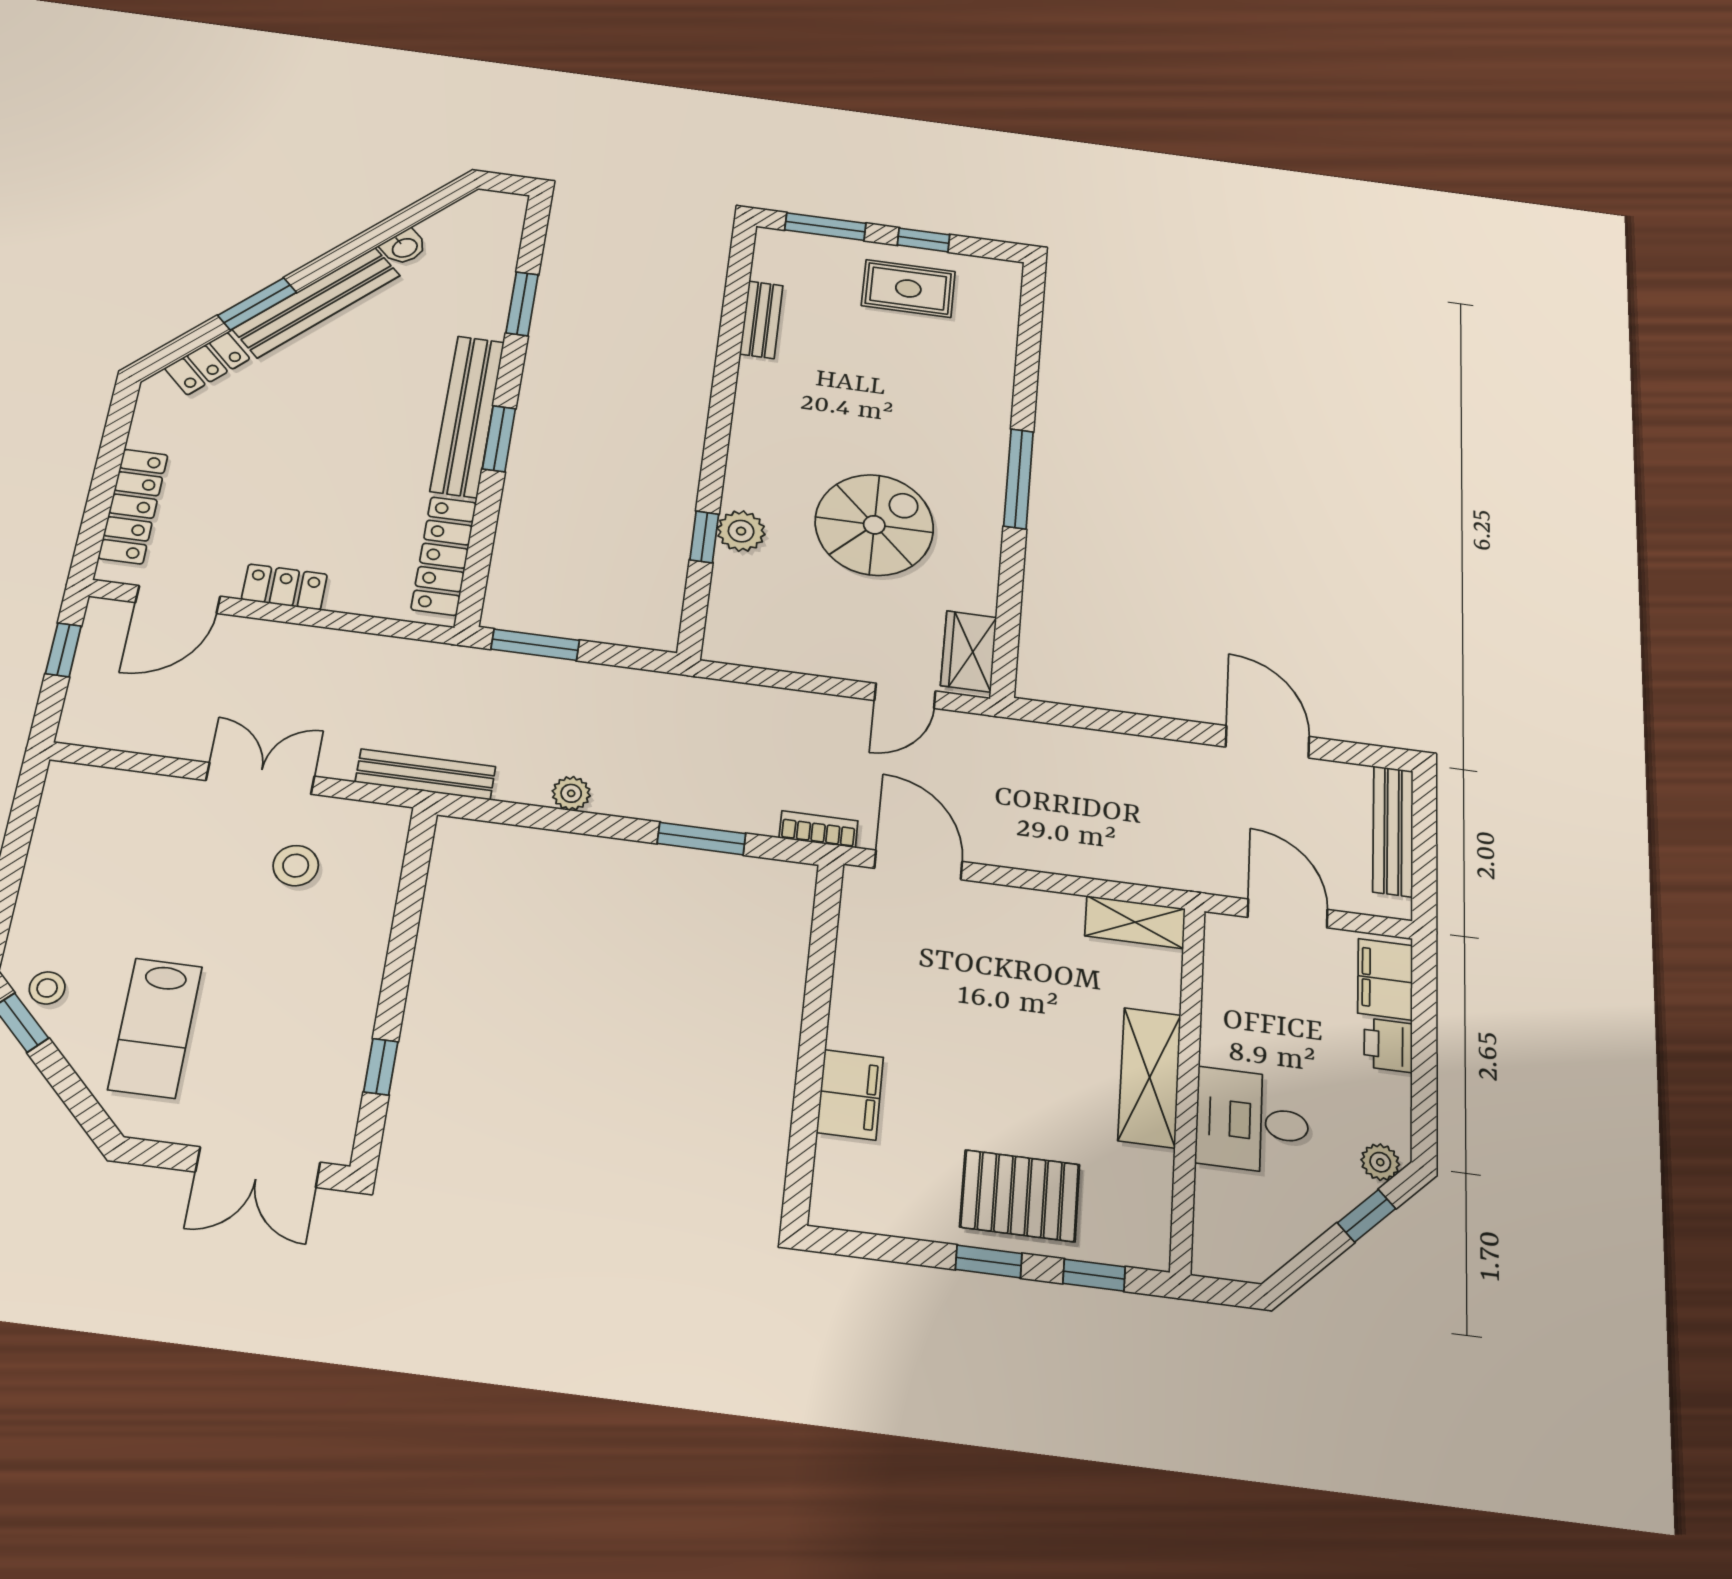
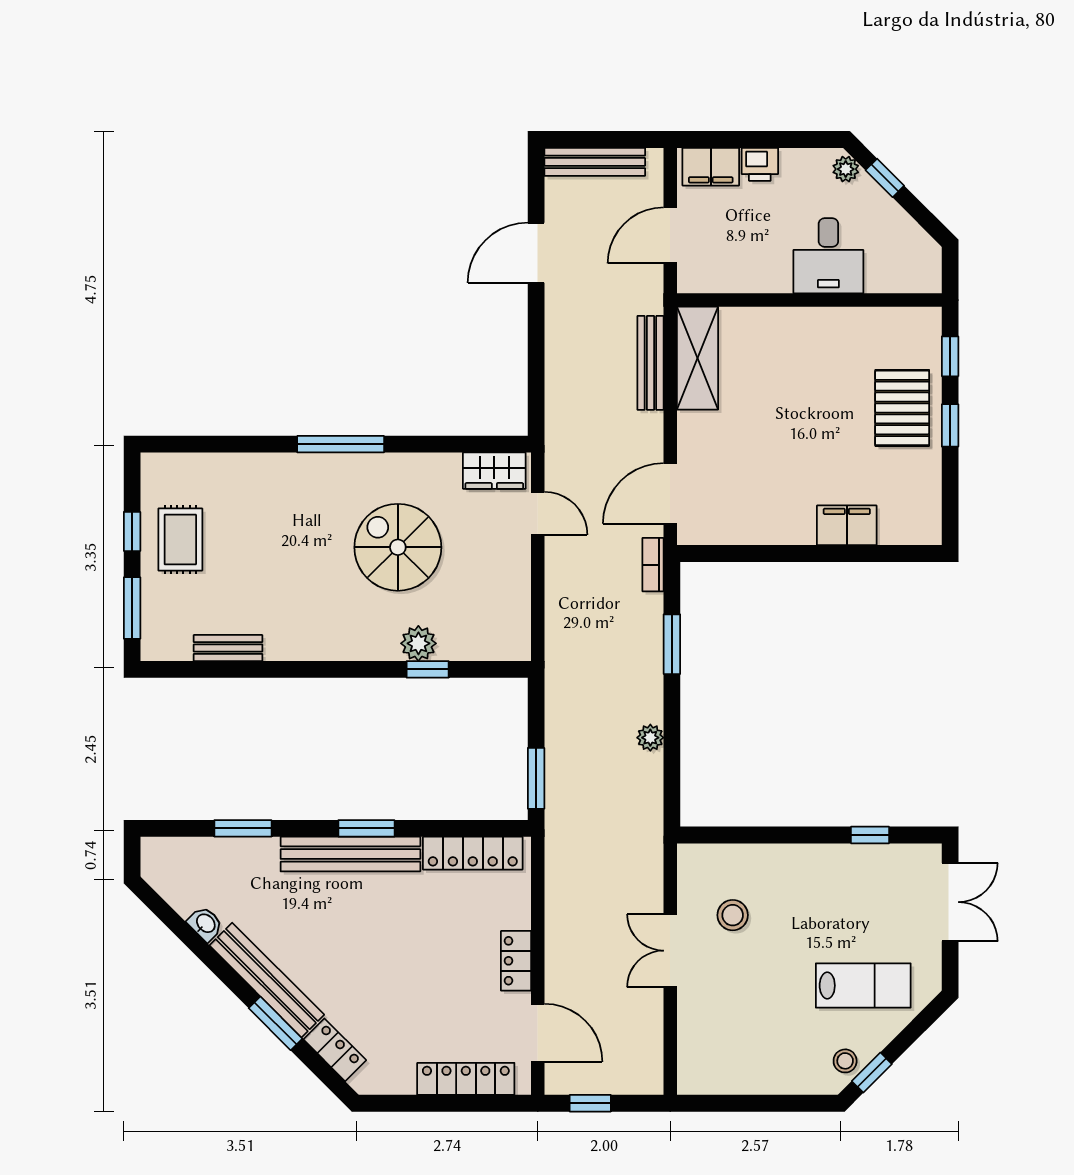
bench: (425, 774) -> (650, 363), moved
shelving: (1135, 922) -> (697, 358), width x1.50, depth x1.33
shelving: (1149, 1077) -> (806, 326), removed

